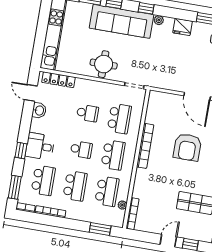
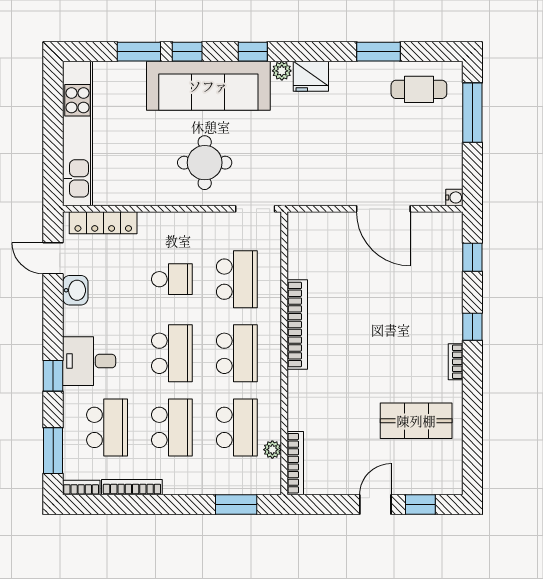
fridge: (183, 27) -> (311, 76), moved
round table: (104, 64) -> (205, 163), moved
armchair: (187, 147) -> (382, 313), removed
school desk: (81, 149) -> (172, 353), width x1.85

